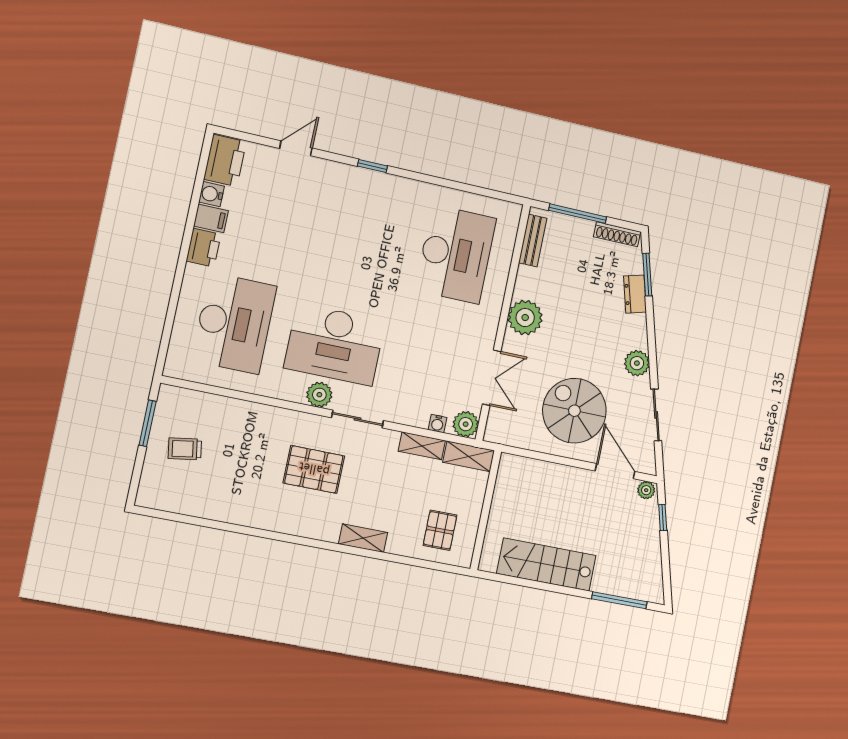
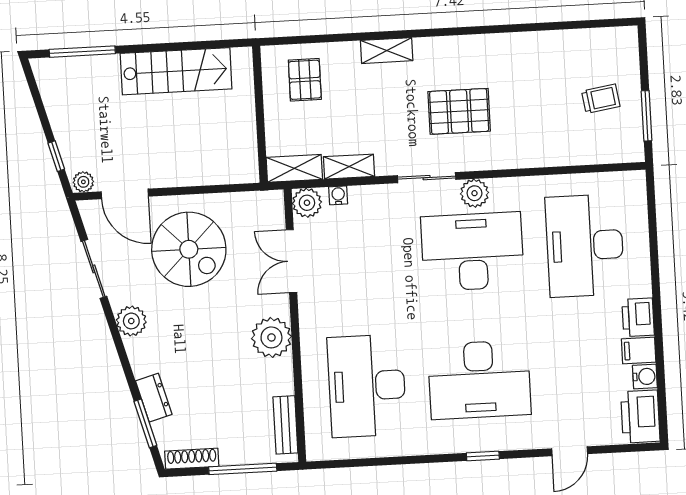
desk: (358, 232) -> (479, 380), added

